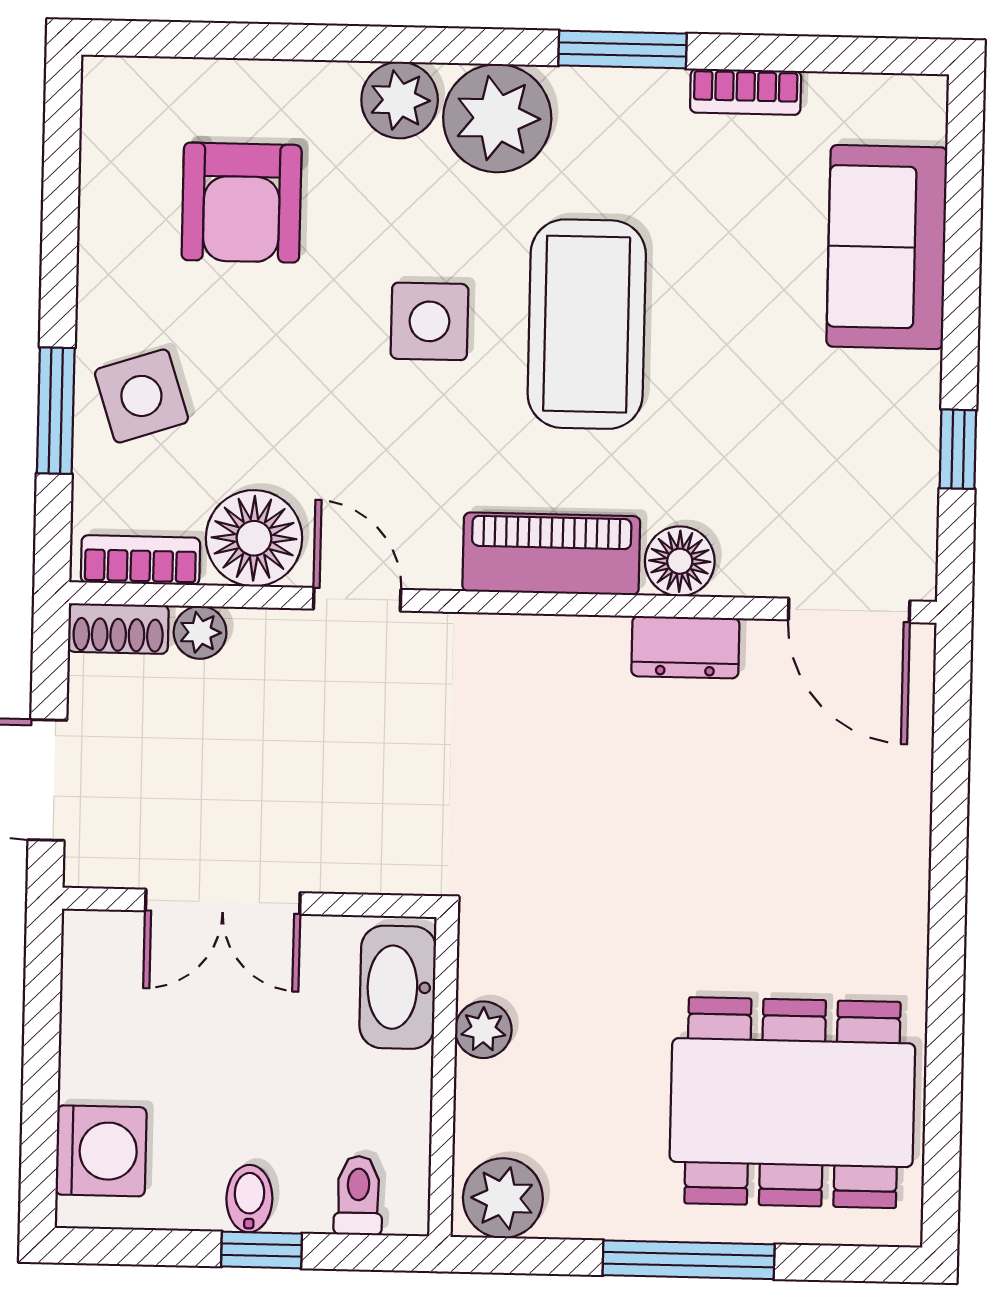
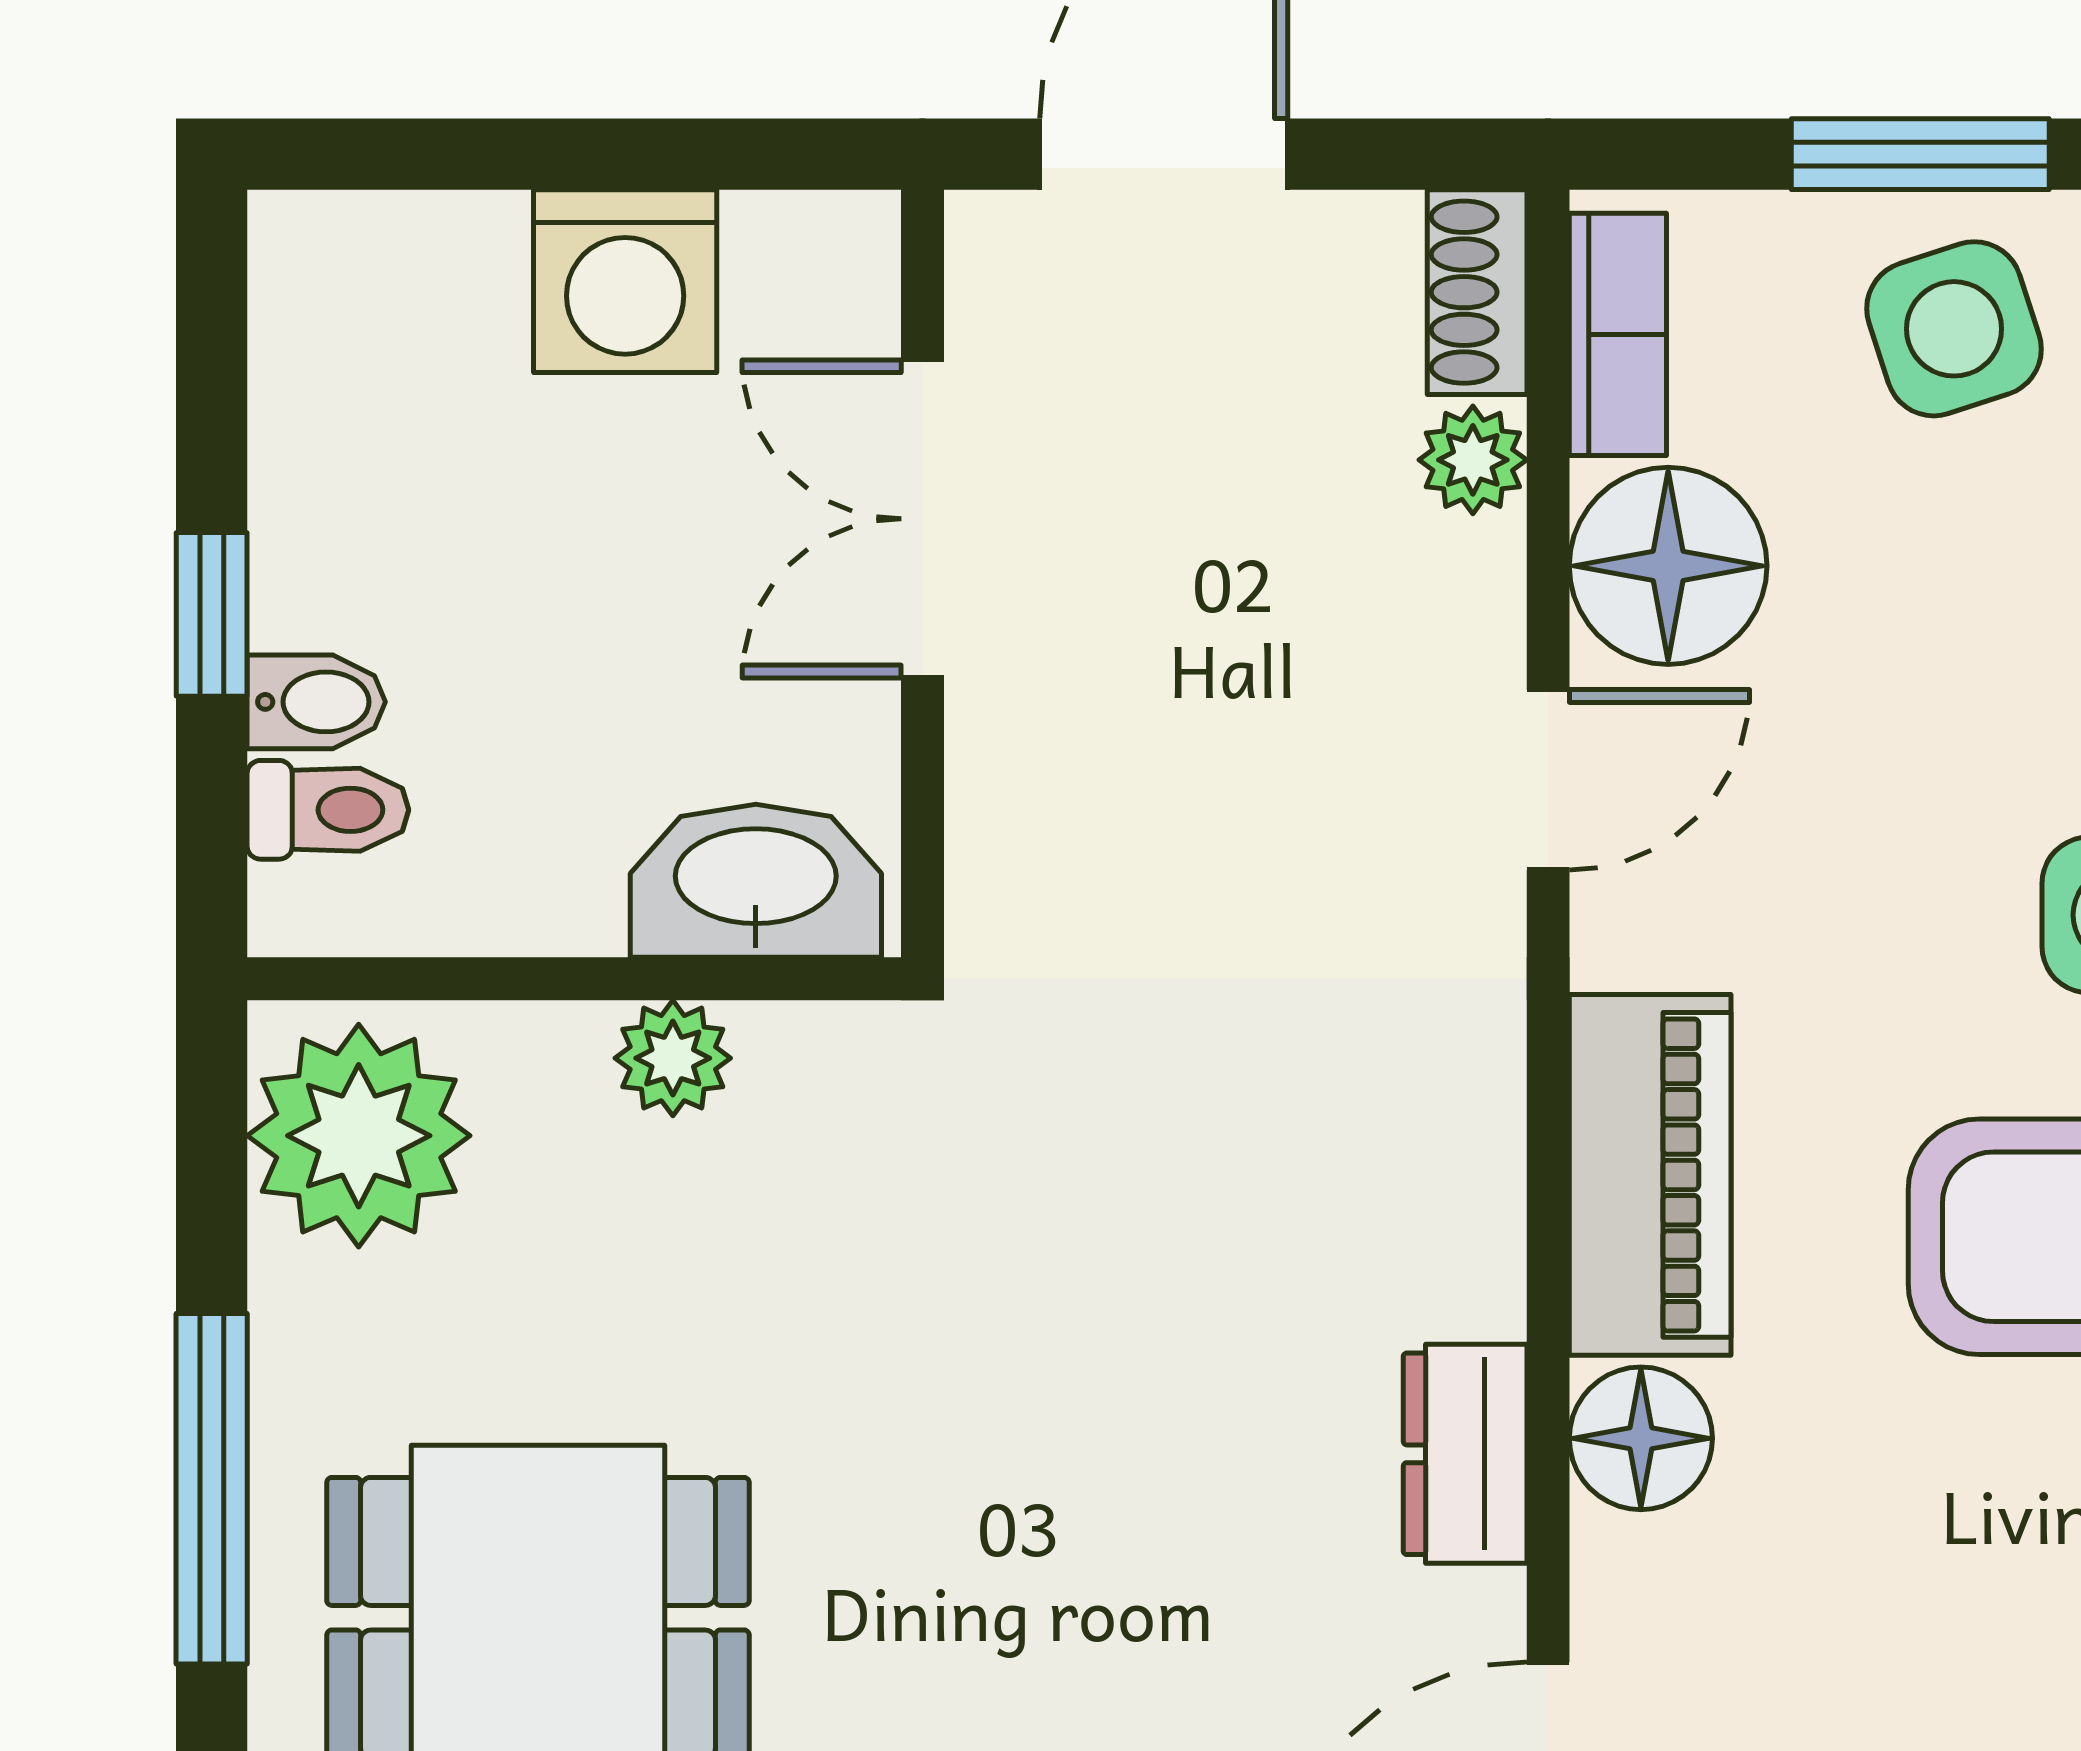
washing machine: (101, 1151) -> (625, 281), moved
plant: (503, 1198) -> (359, 1136), width x1.36, depth x1.36
bidet: (249, 1199) -> (316, 702), moved

